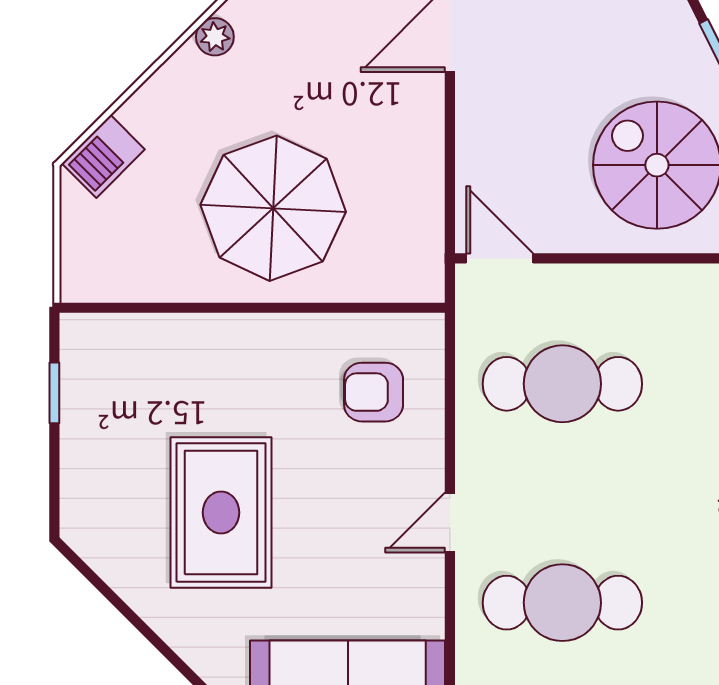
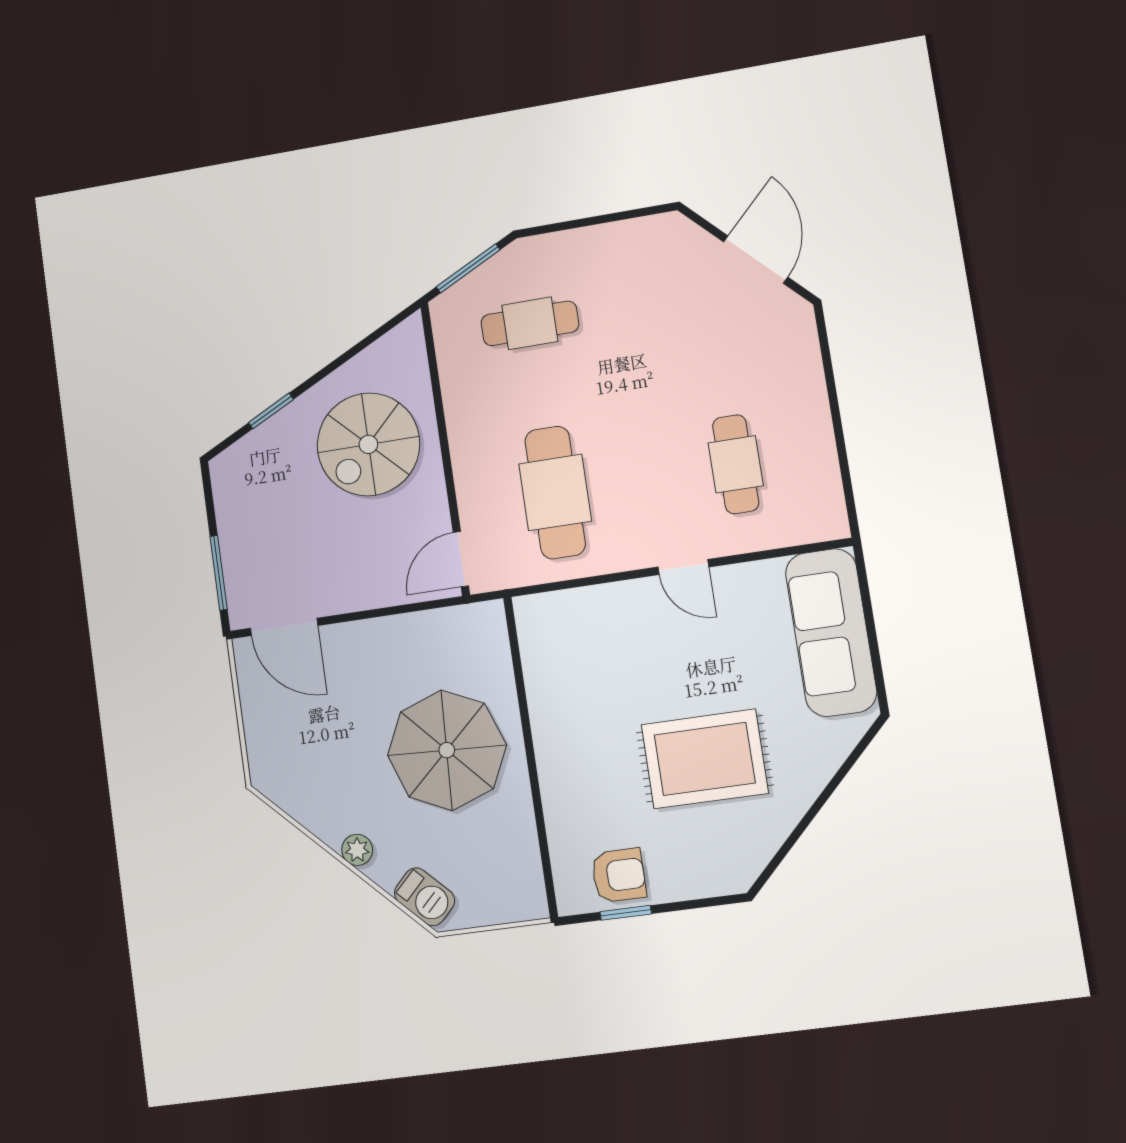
plant: (215, 37) -> (357, 850), moved
armchair: (374, 392) -> (619, 875), moved, turned -90
cafe table: (562, 603) -> (736, 464), width x0.73, depth x0.74

